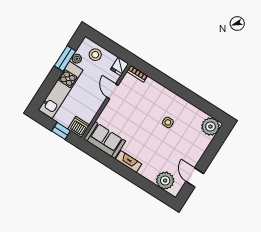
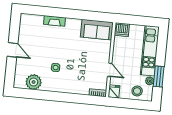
plant: (210, 127) -> (34, 82), moved
window: (61, 131) -> (134, 20), removed
fireplace: (129, 162) -> (55, 21), moved
door: (195, 178) -> (13, 50), moved
plant: (165, 181) -> (35, 22), removed

